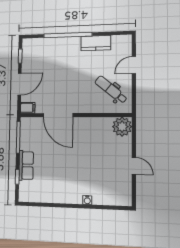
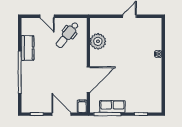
plant: (122, 127) -> (98, 41), moved
row of seats: (26, 165) -> (112, 107), moved

